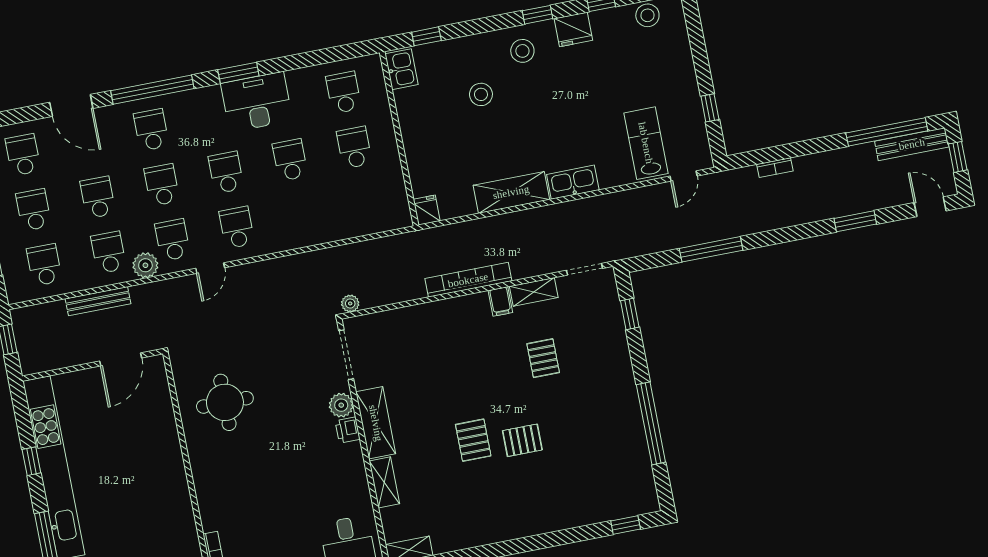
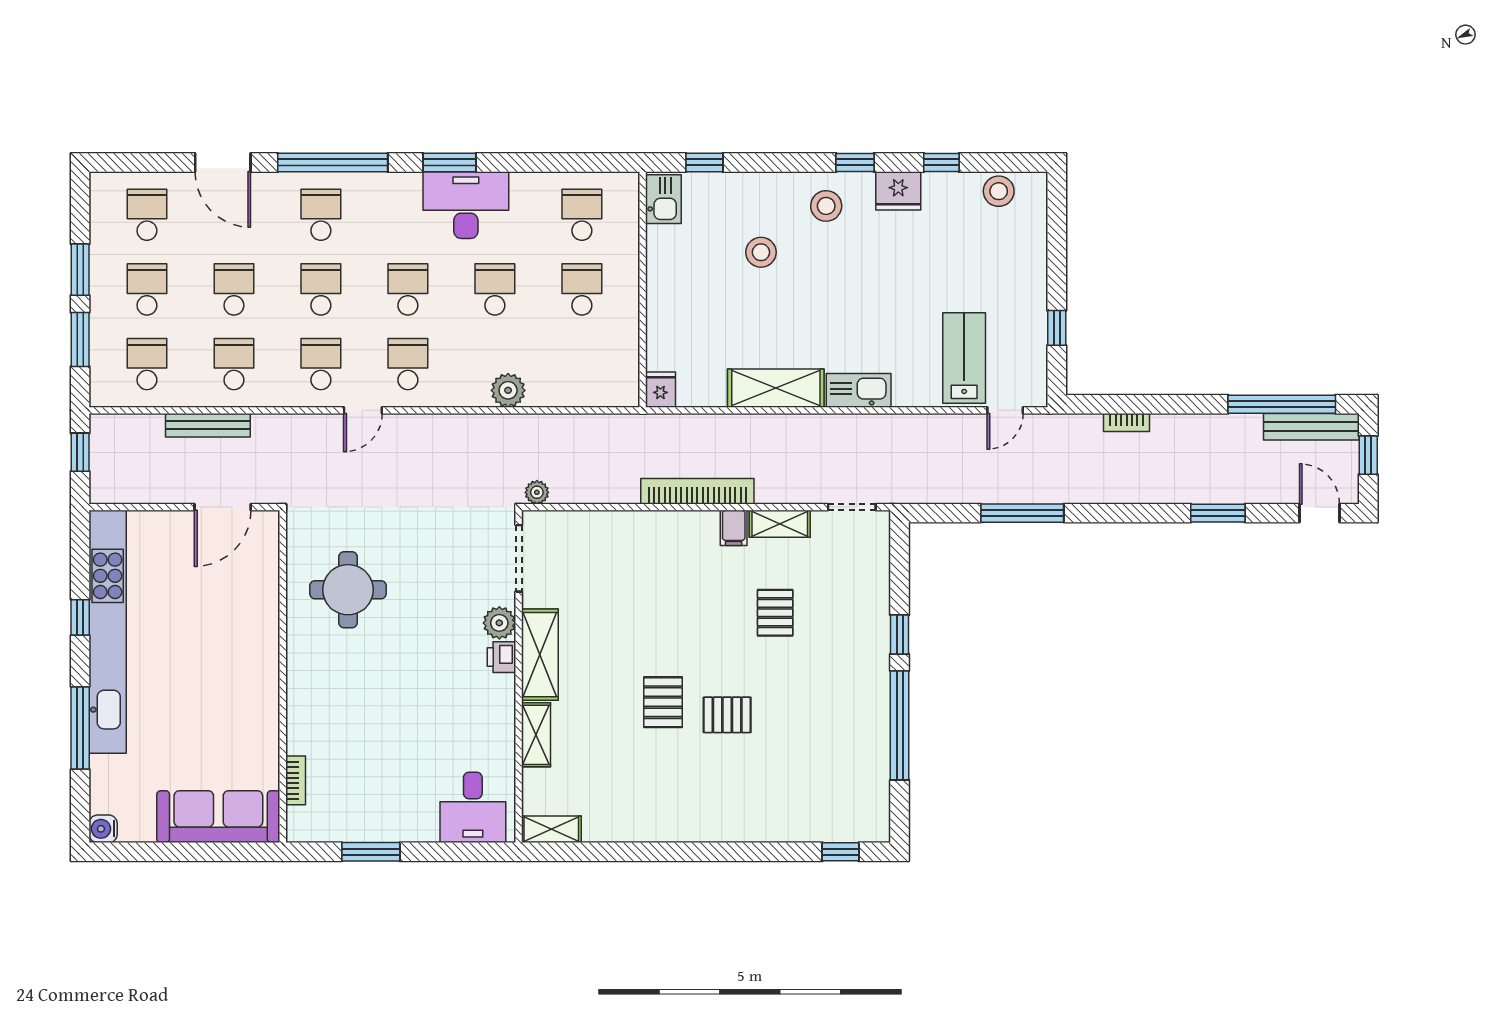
plant: (145, 265) -> (508, 390), moved
window: (630, 314) -> (900, 634), moved

